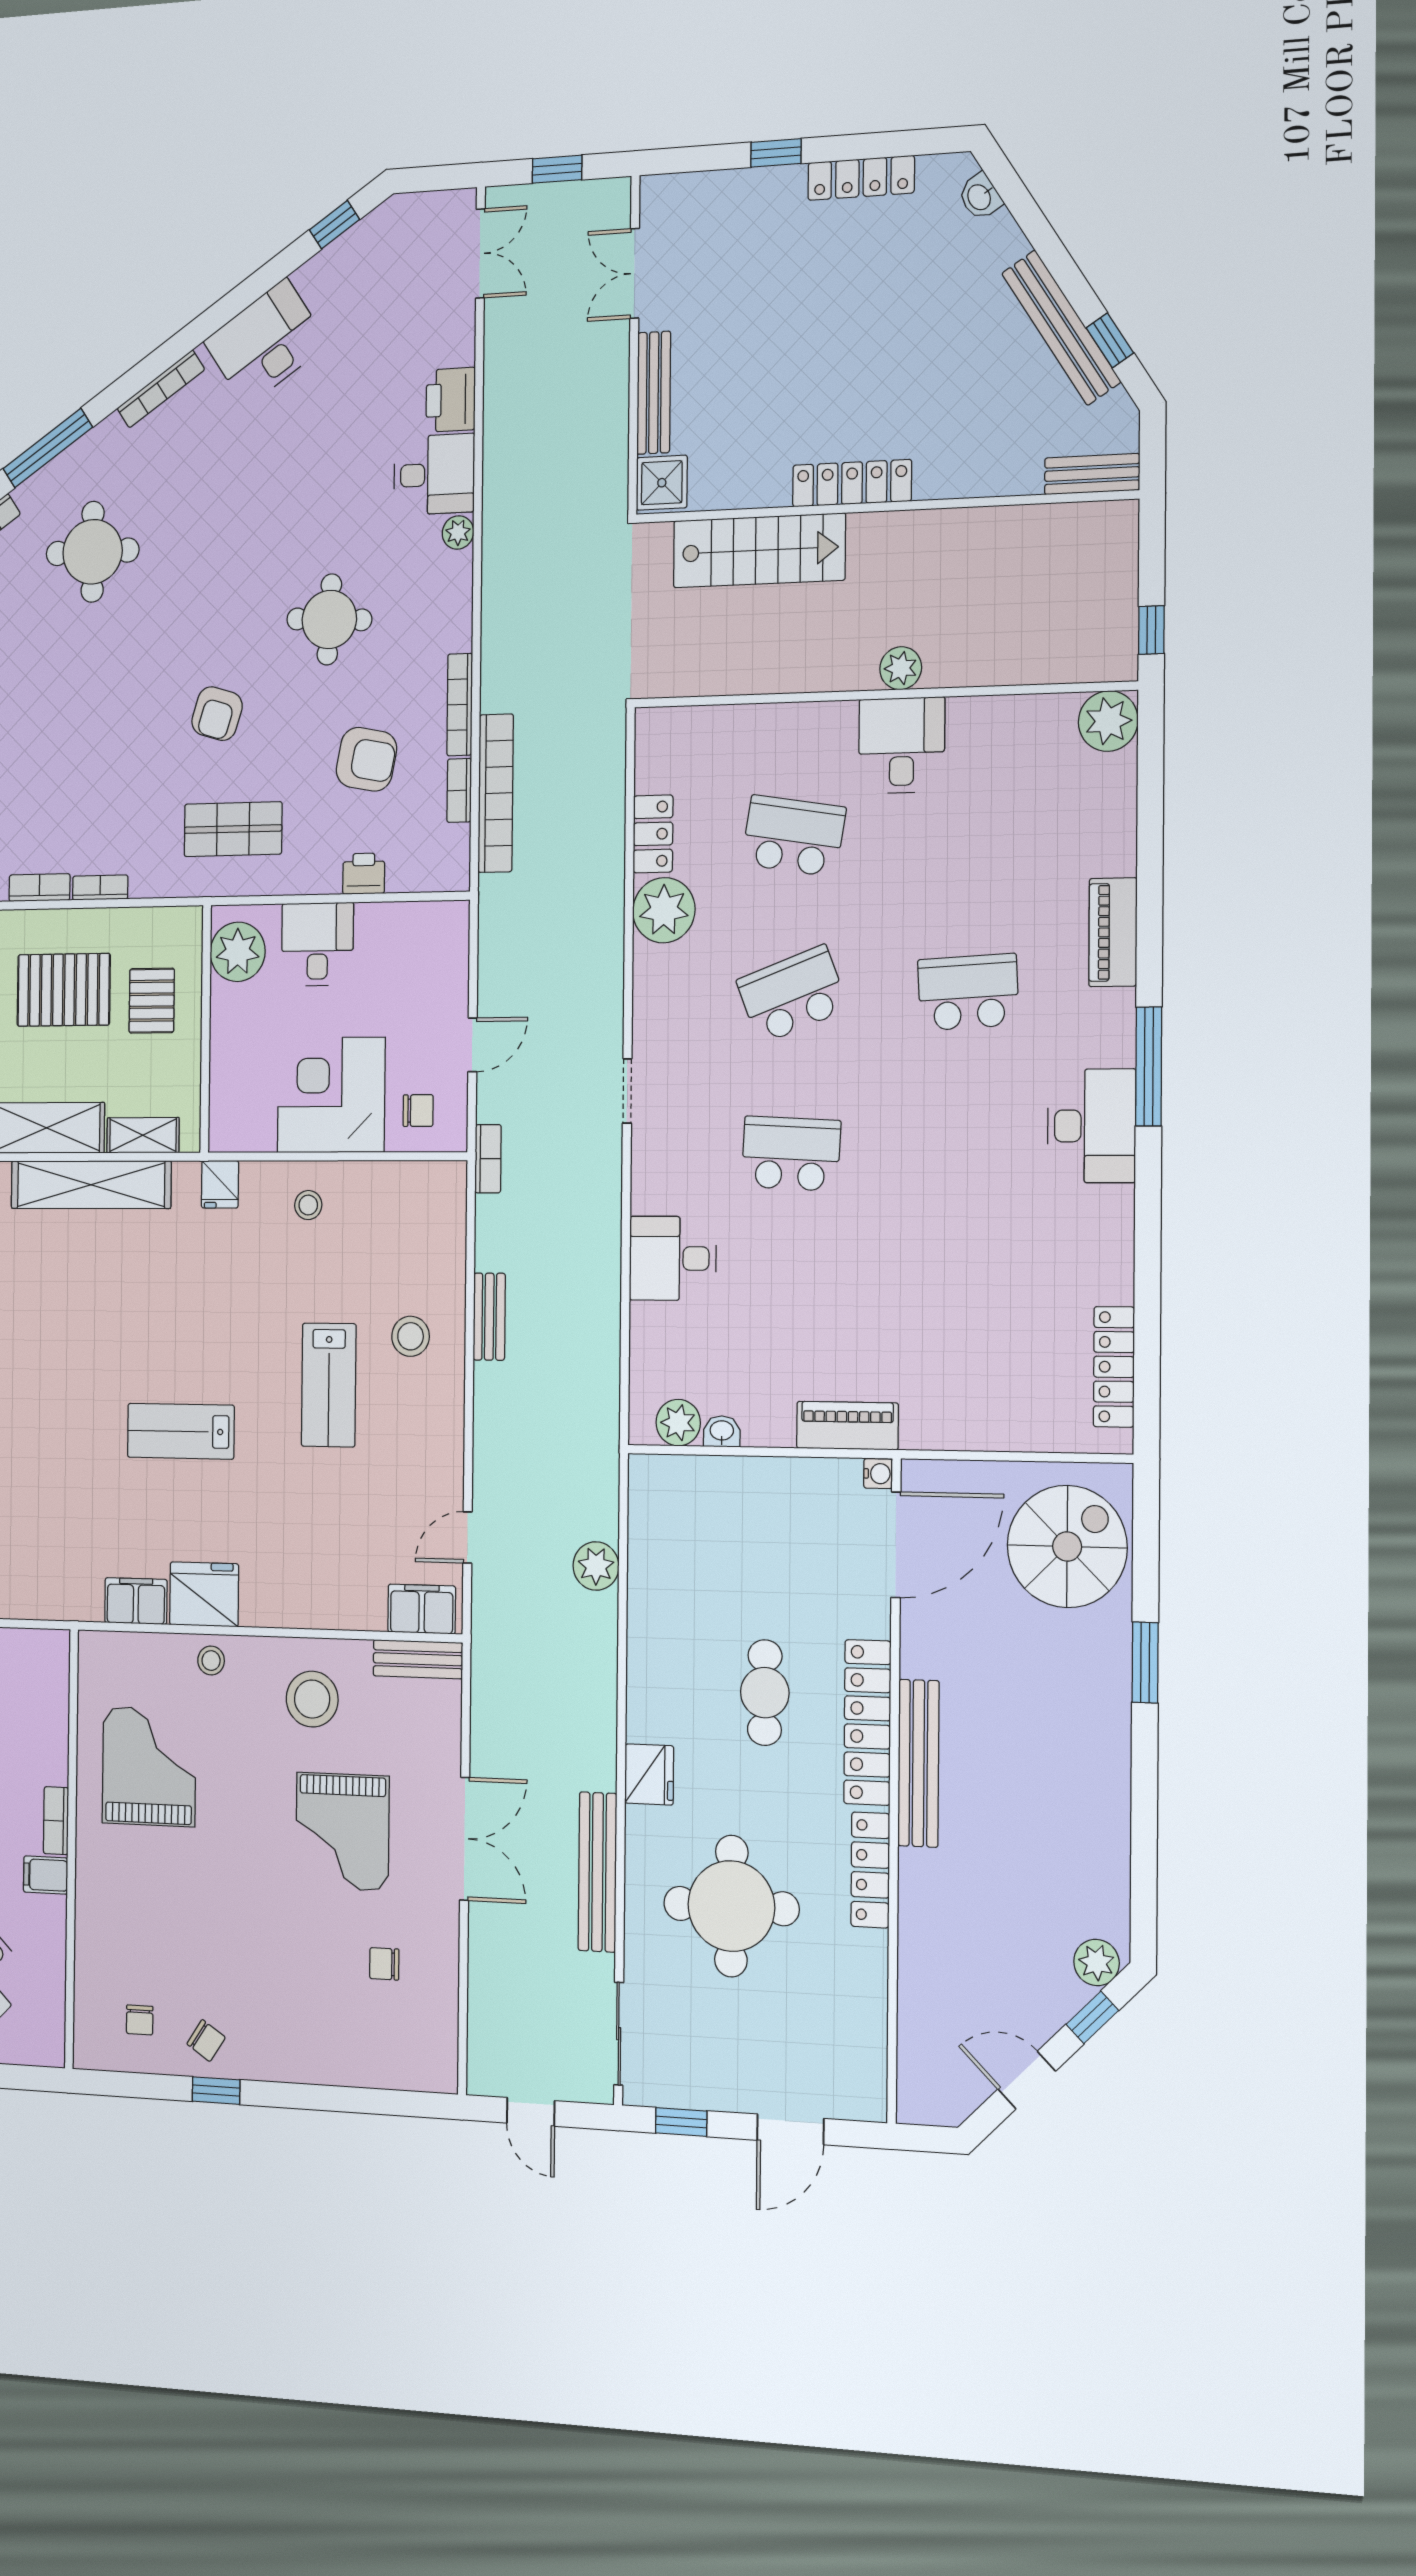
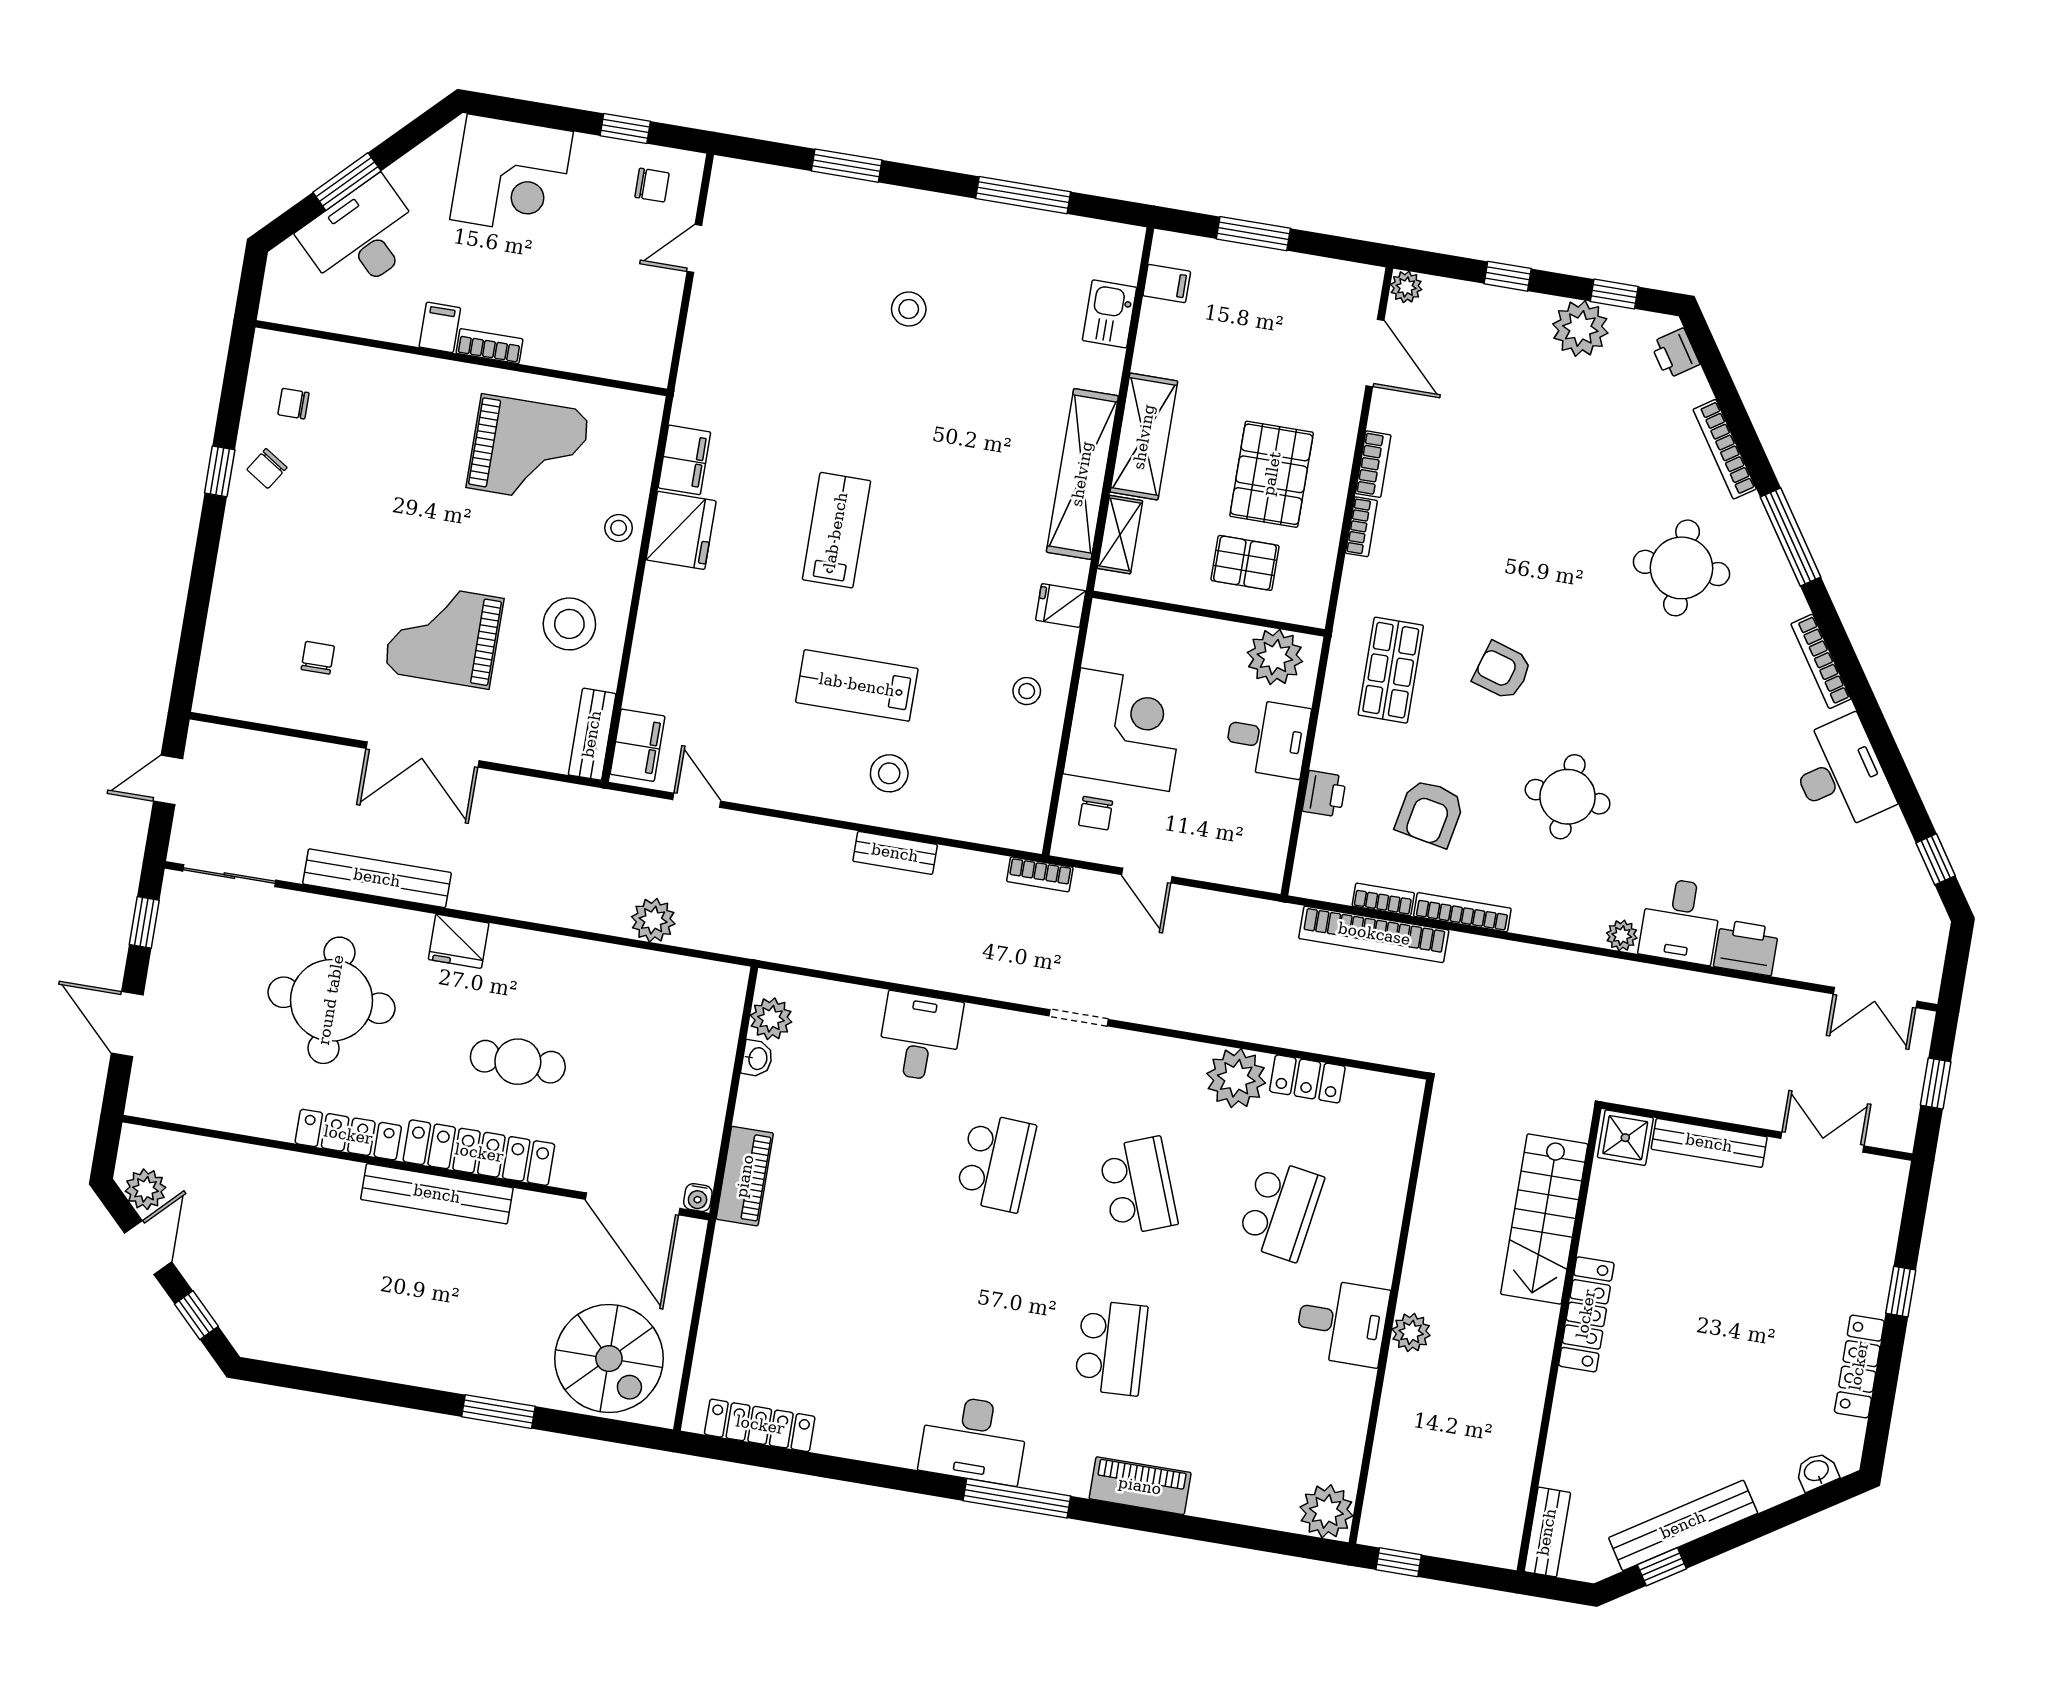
plant: (1097, 1962) -> (146, 1189), moved

